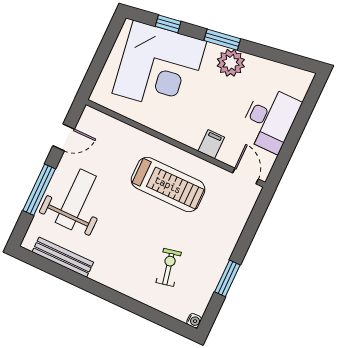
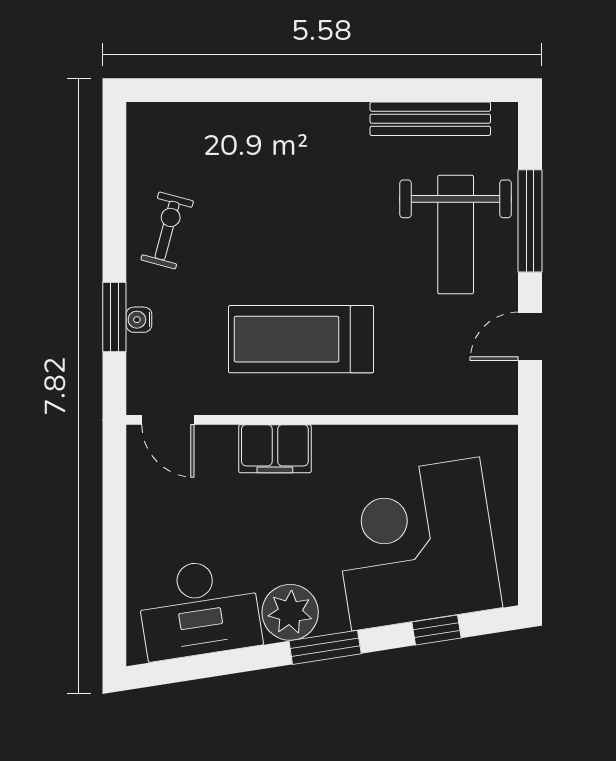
desk: (270, 119) -> (199, 609), moved, turned -99
filing cabinet: (211, 144) -> (275, 449), width x2.00
exercise bike: (169, 267) -> (167, 230), moved, turned -153
window: (227, 278) -> (114, 317), moved
water cooler: (194, 321) -> (139, 320), moved

